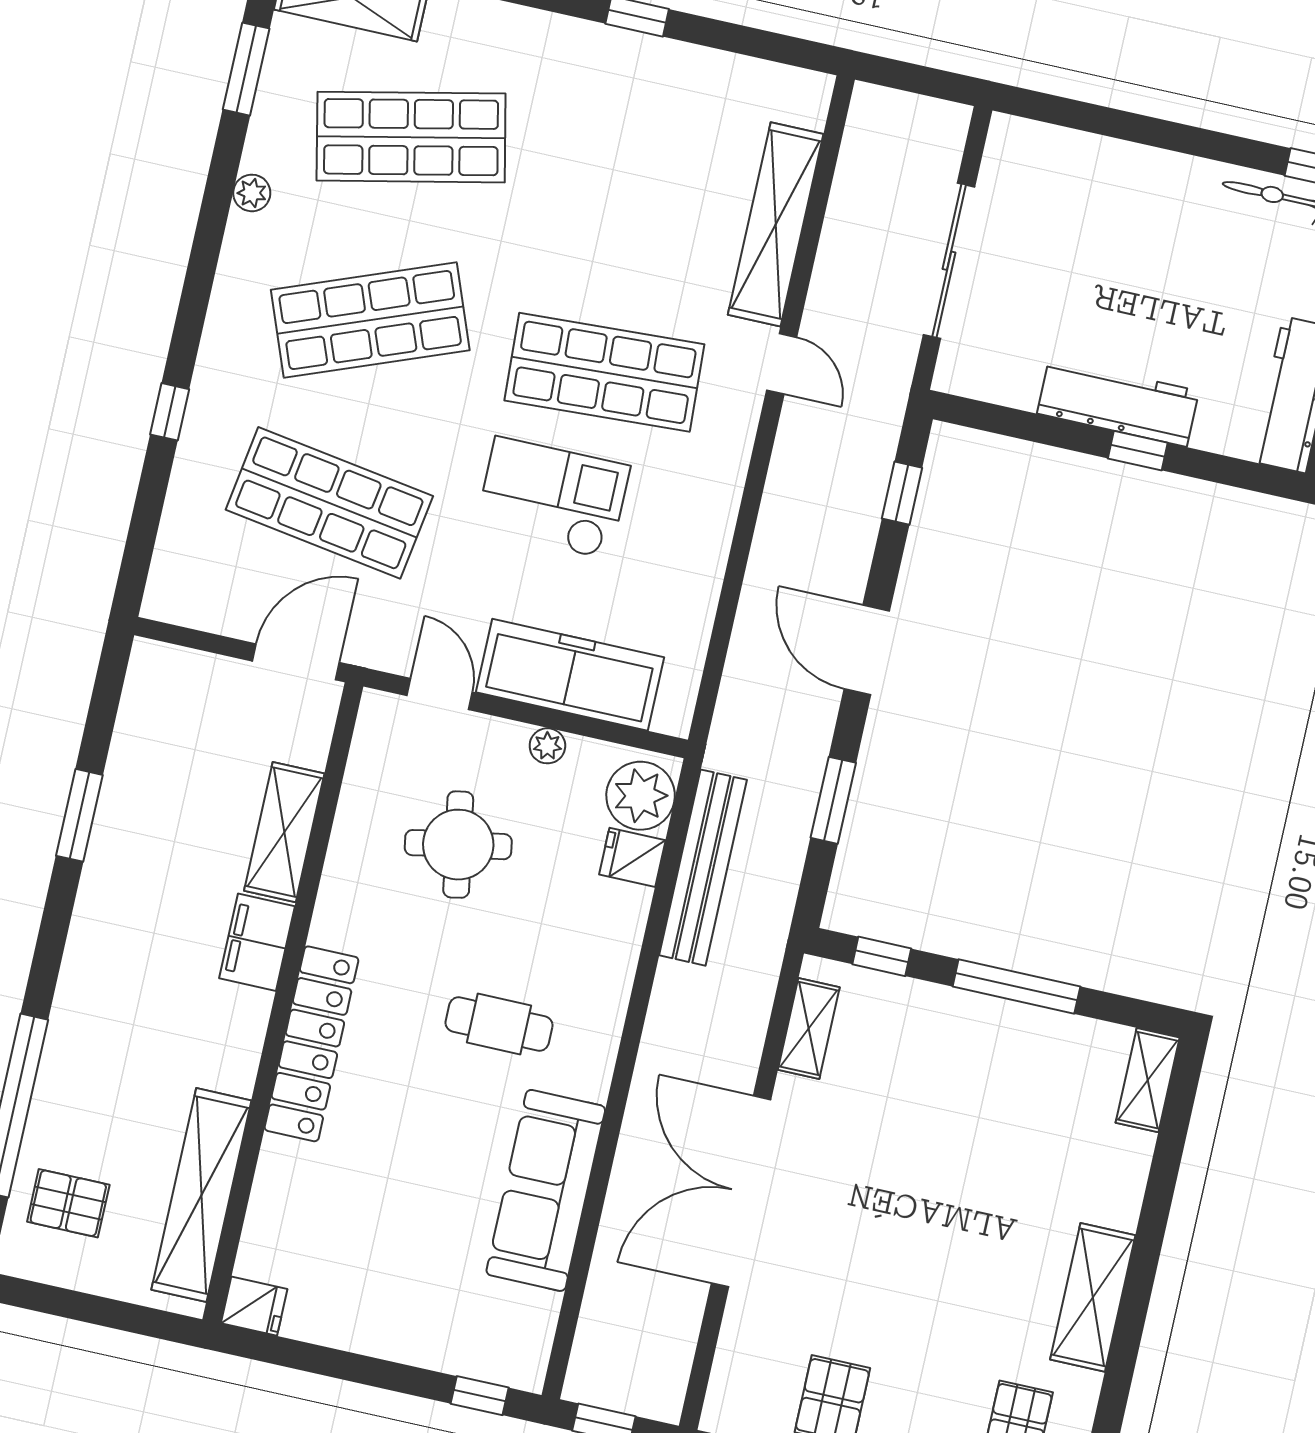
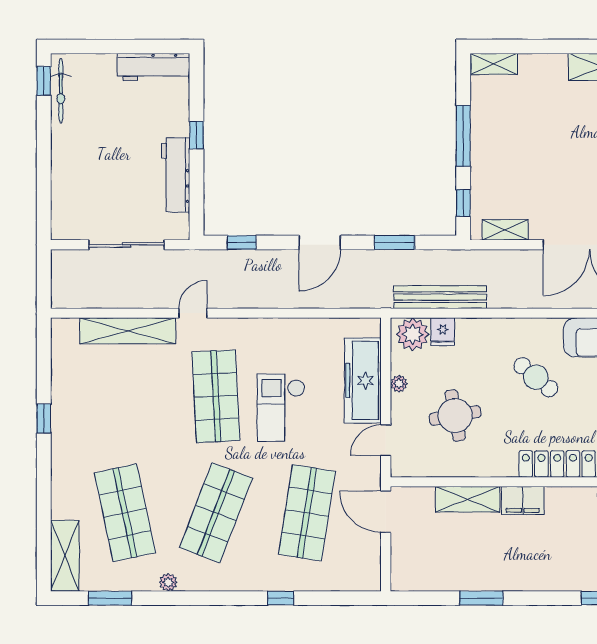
shop shelf: (370, 320) -> (216, 513), turned 42
workbench: (1118, 402) -> (176, 175), moved
cafe table: (499, 1024) -> (536, 377), turned -50

